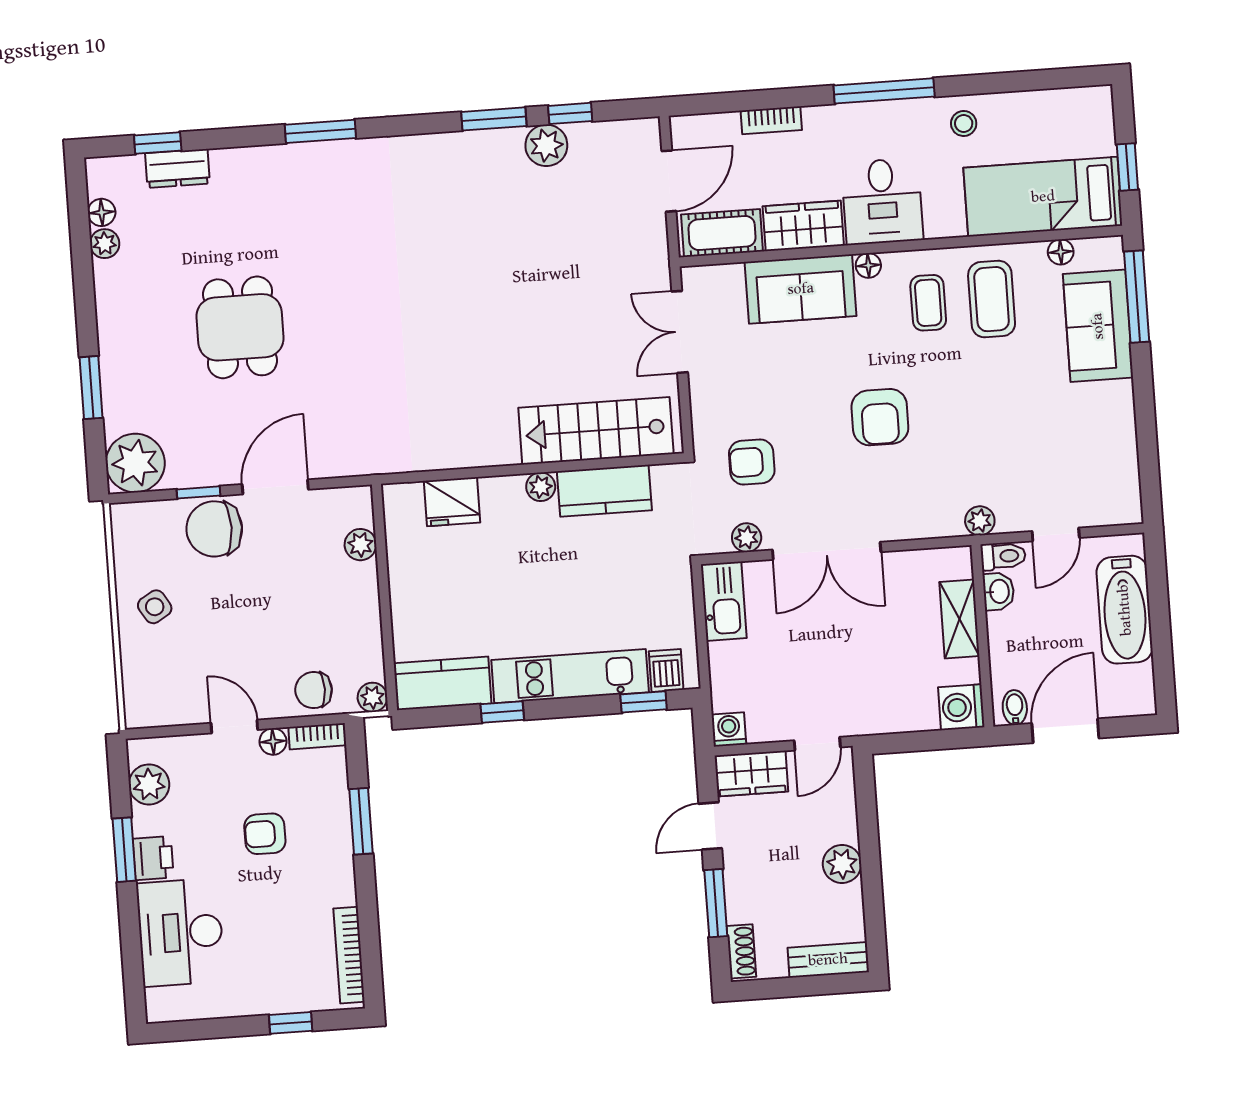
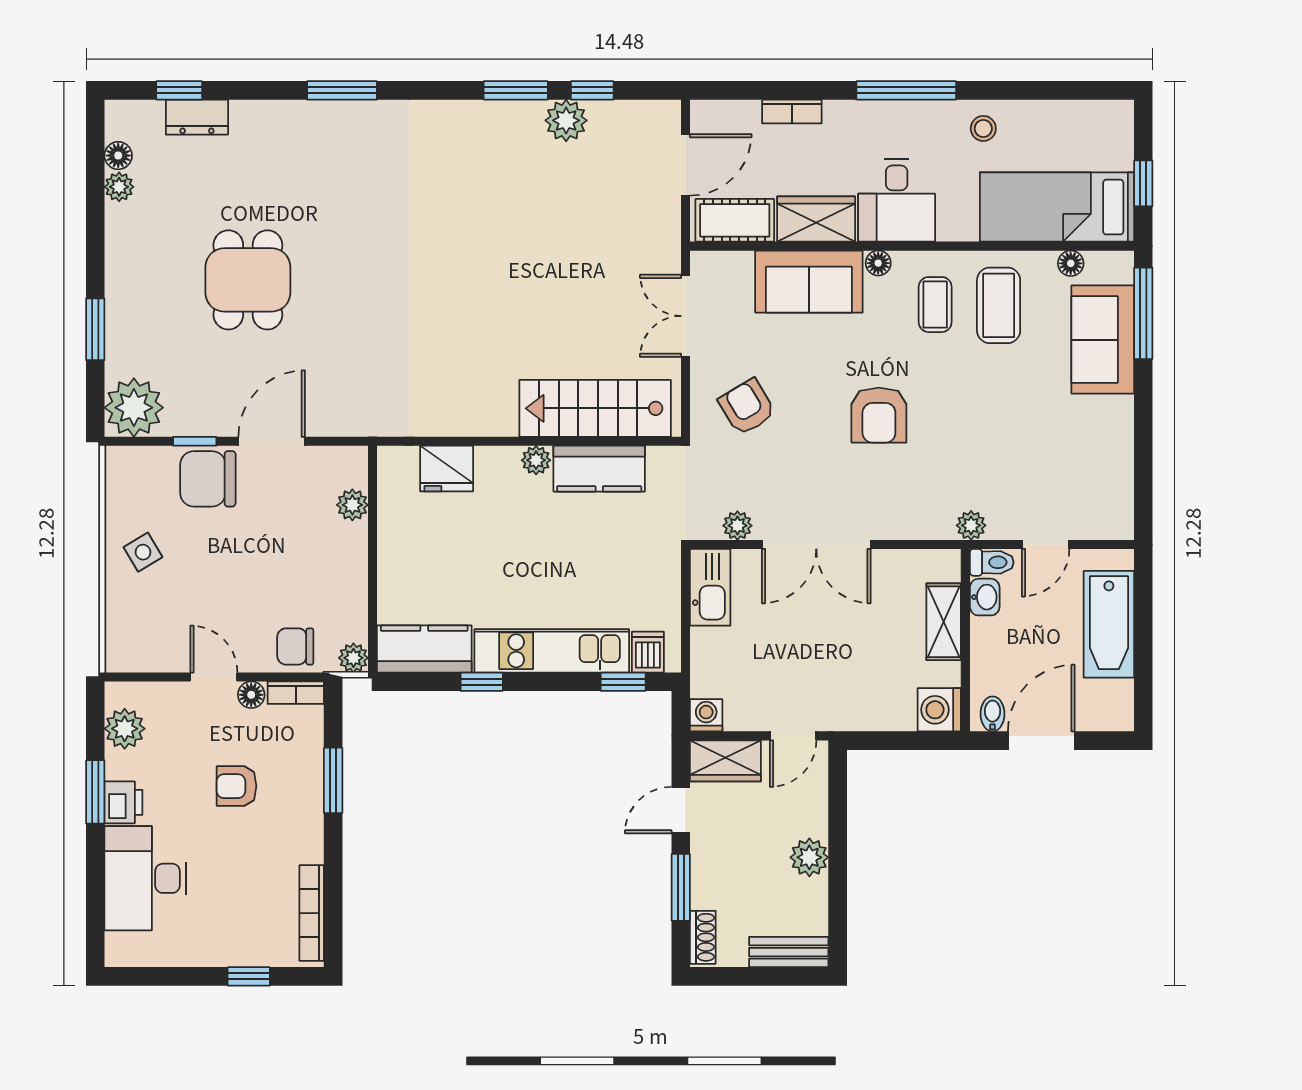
armchair: (752, 462) -> (747, 407), moved, turned 59

